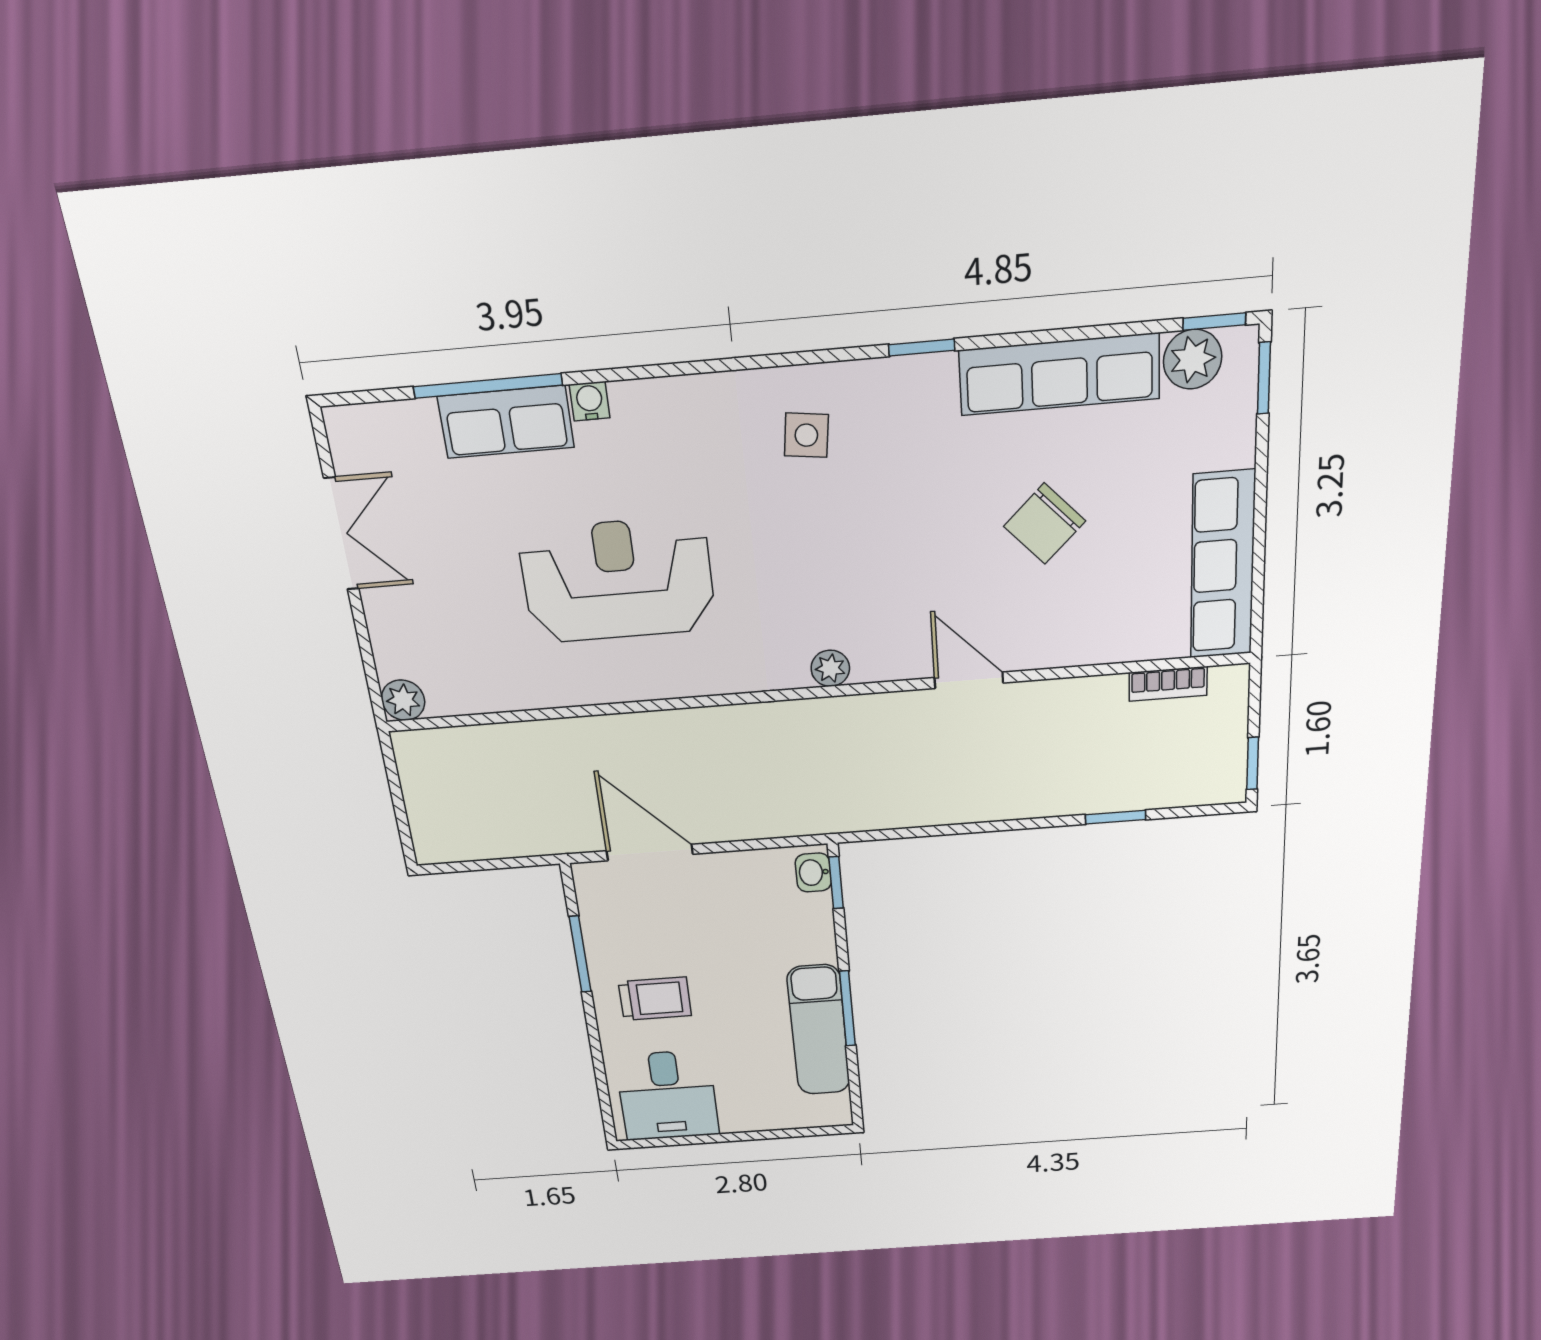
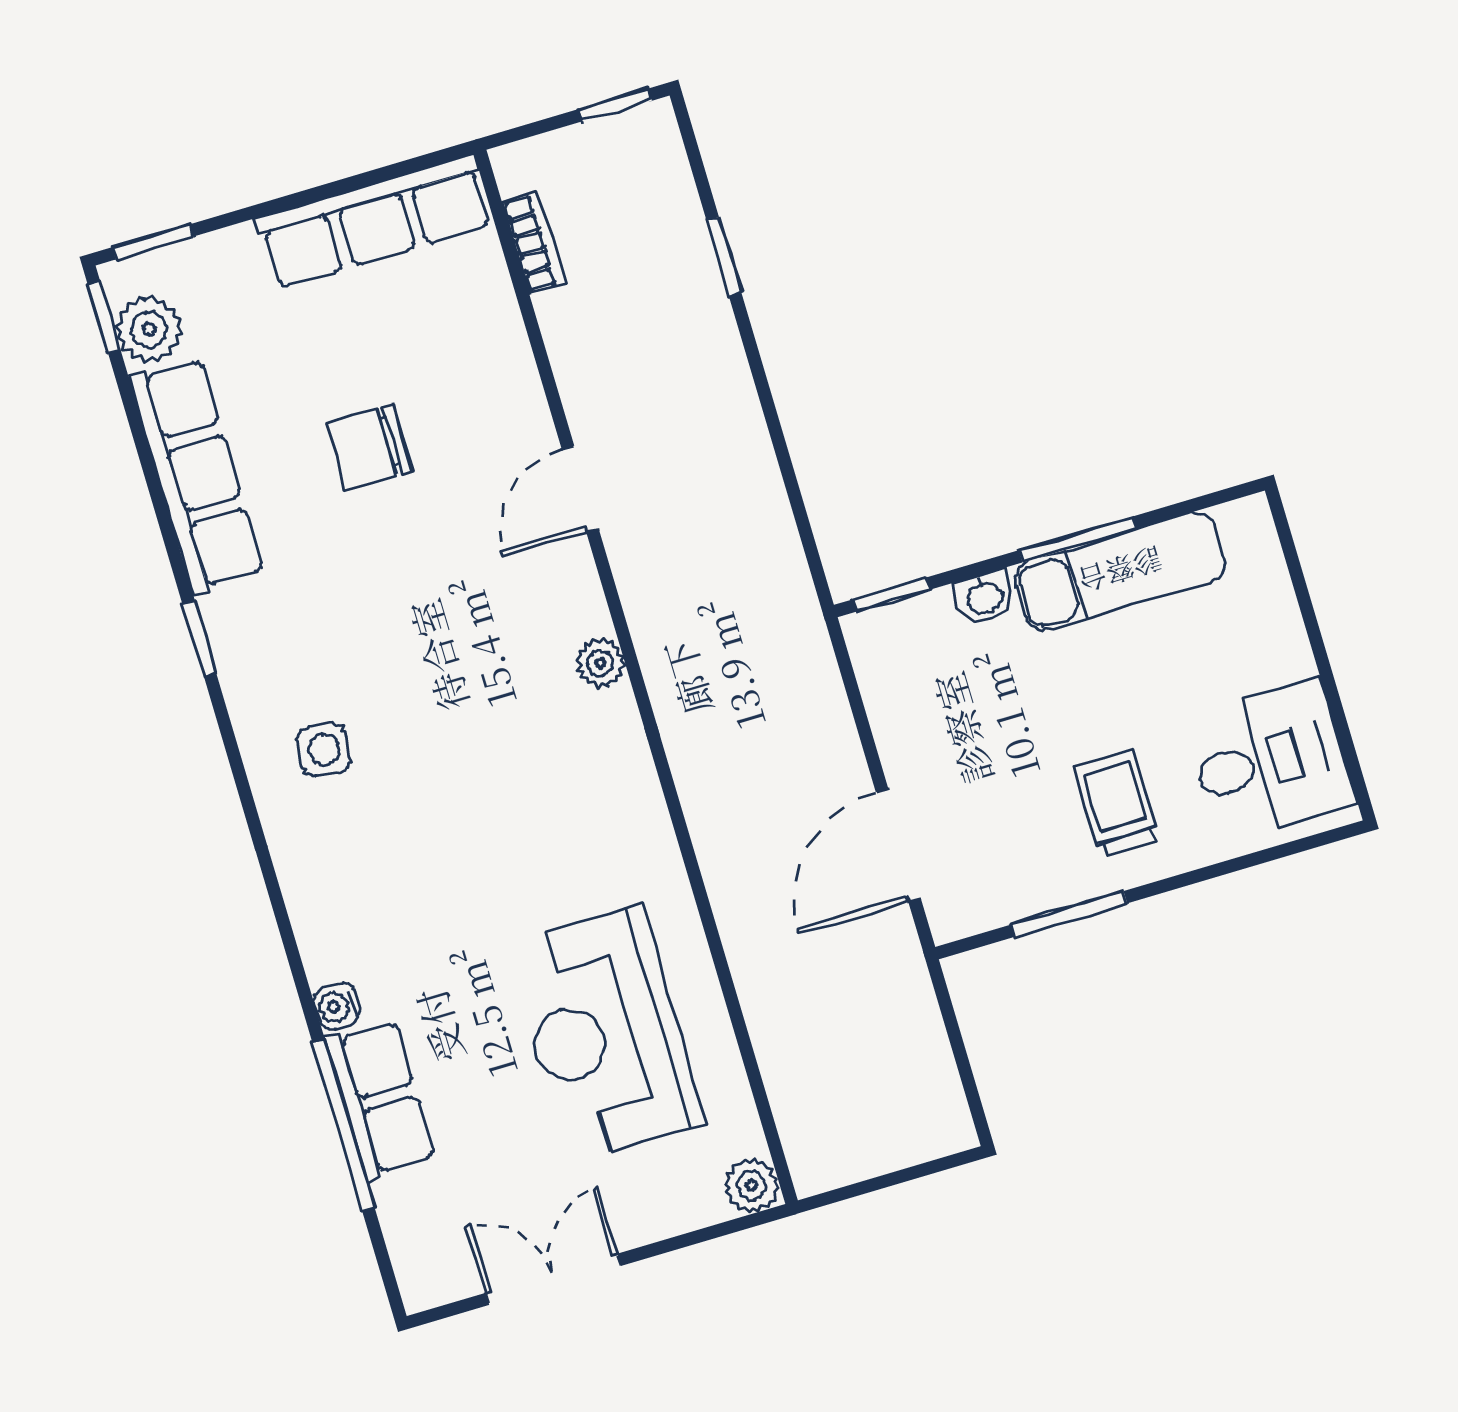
chair: (1045, 524) -> (369, 447), turned 134
reception desk: (617, 580) -> (606, 1034), moved
washbasin: (813, 872) -> (985, 597), moved

